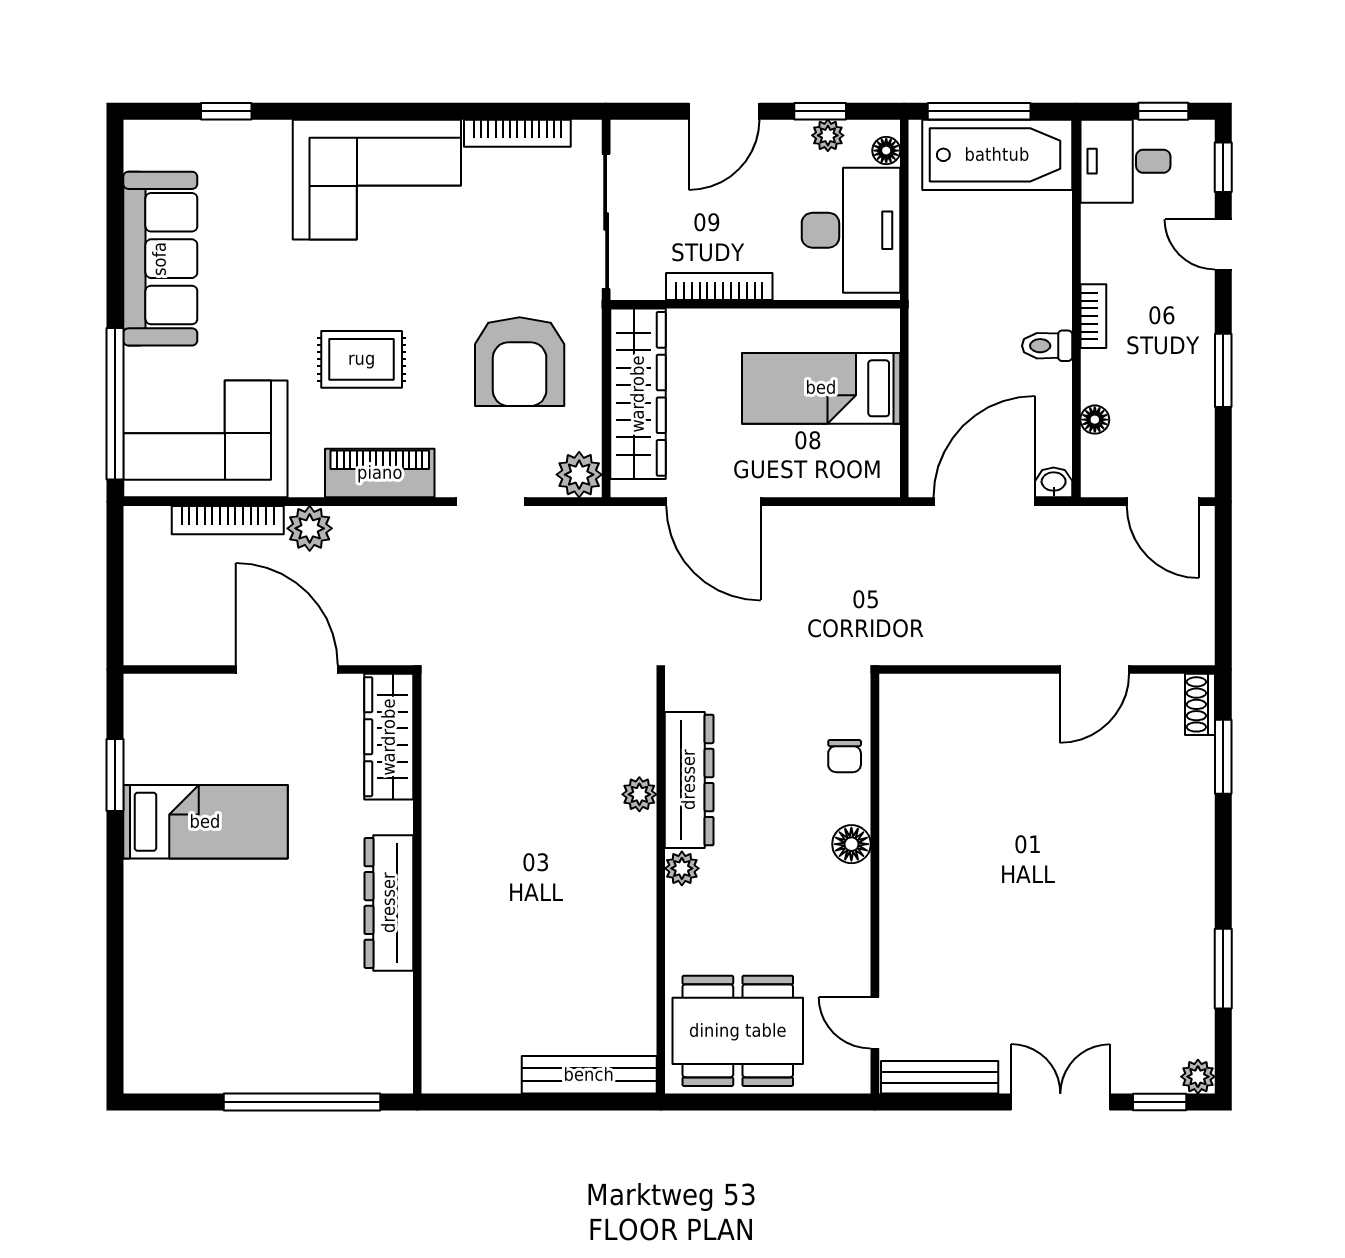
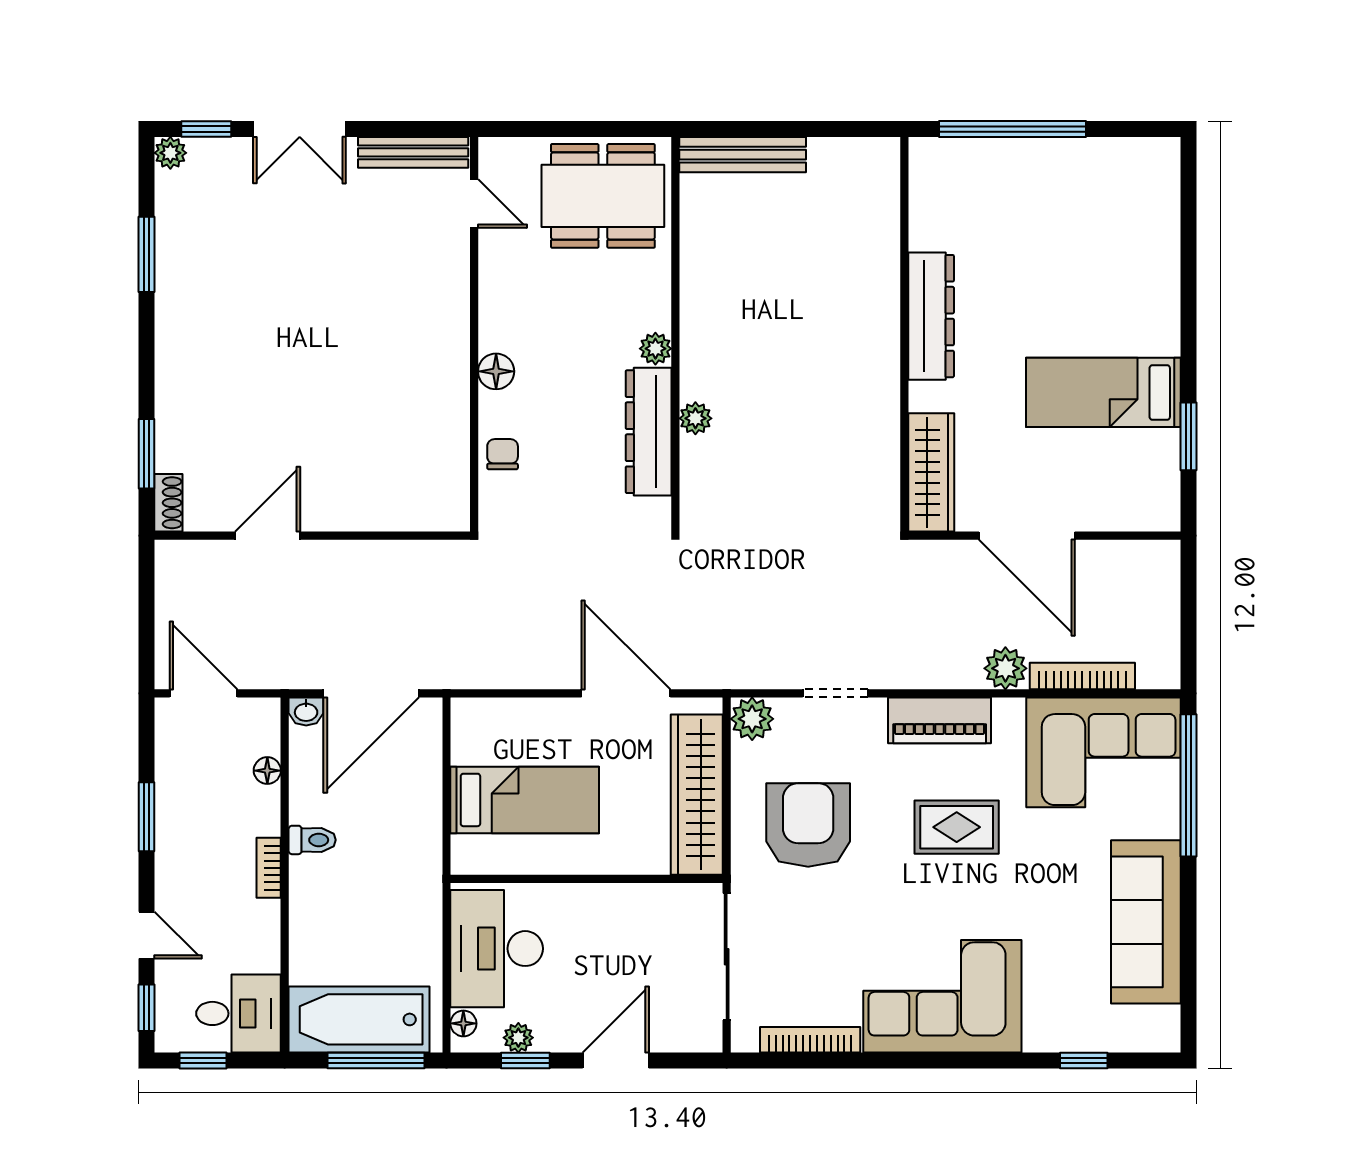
bookcase: (719, 286) -> (620, 896), removed

